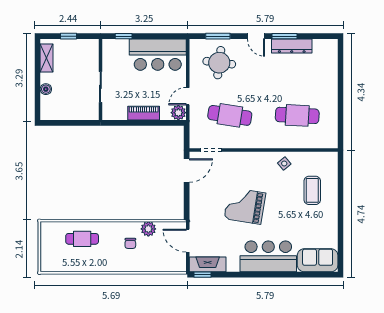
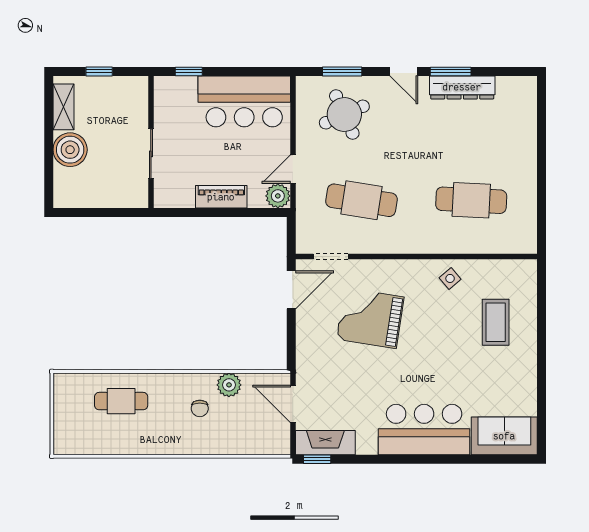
round table: (219, 63) -> (344, 115), turned -31
boiler: (46, 89) -> (70, 150), width x1.86, depth x1.86
grand piano: (245, 206) -> (370, 318), moved

